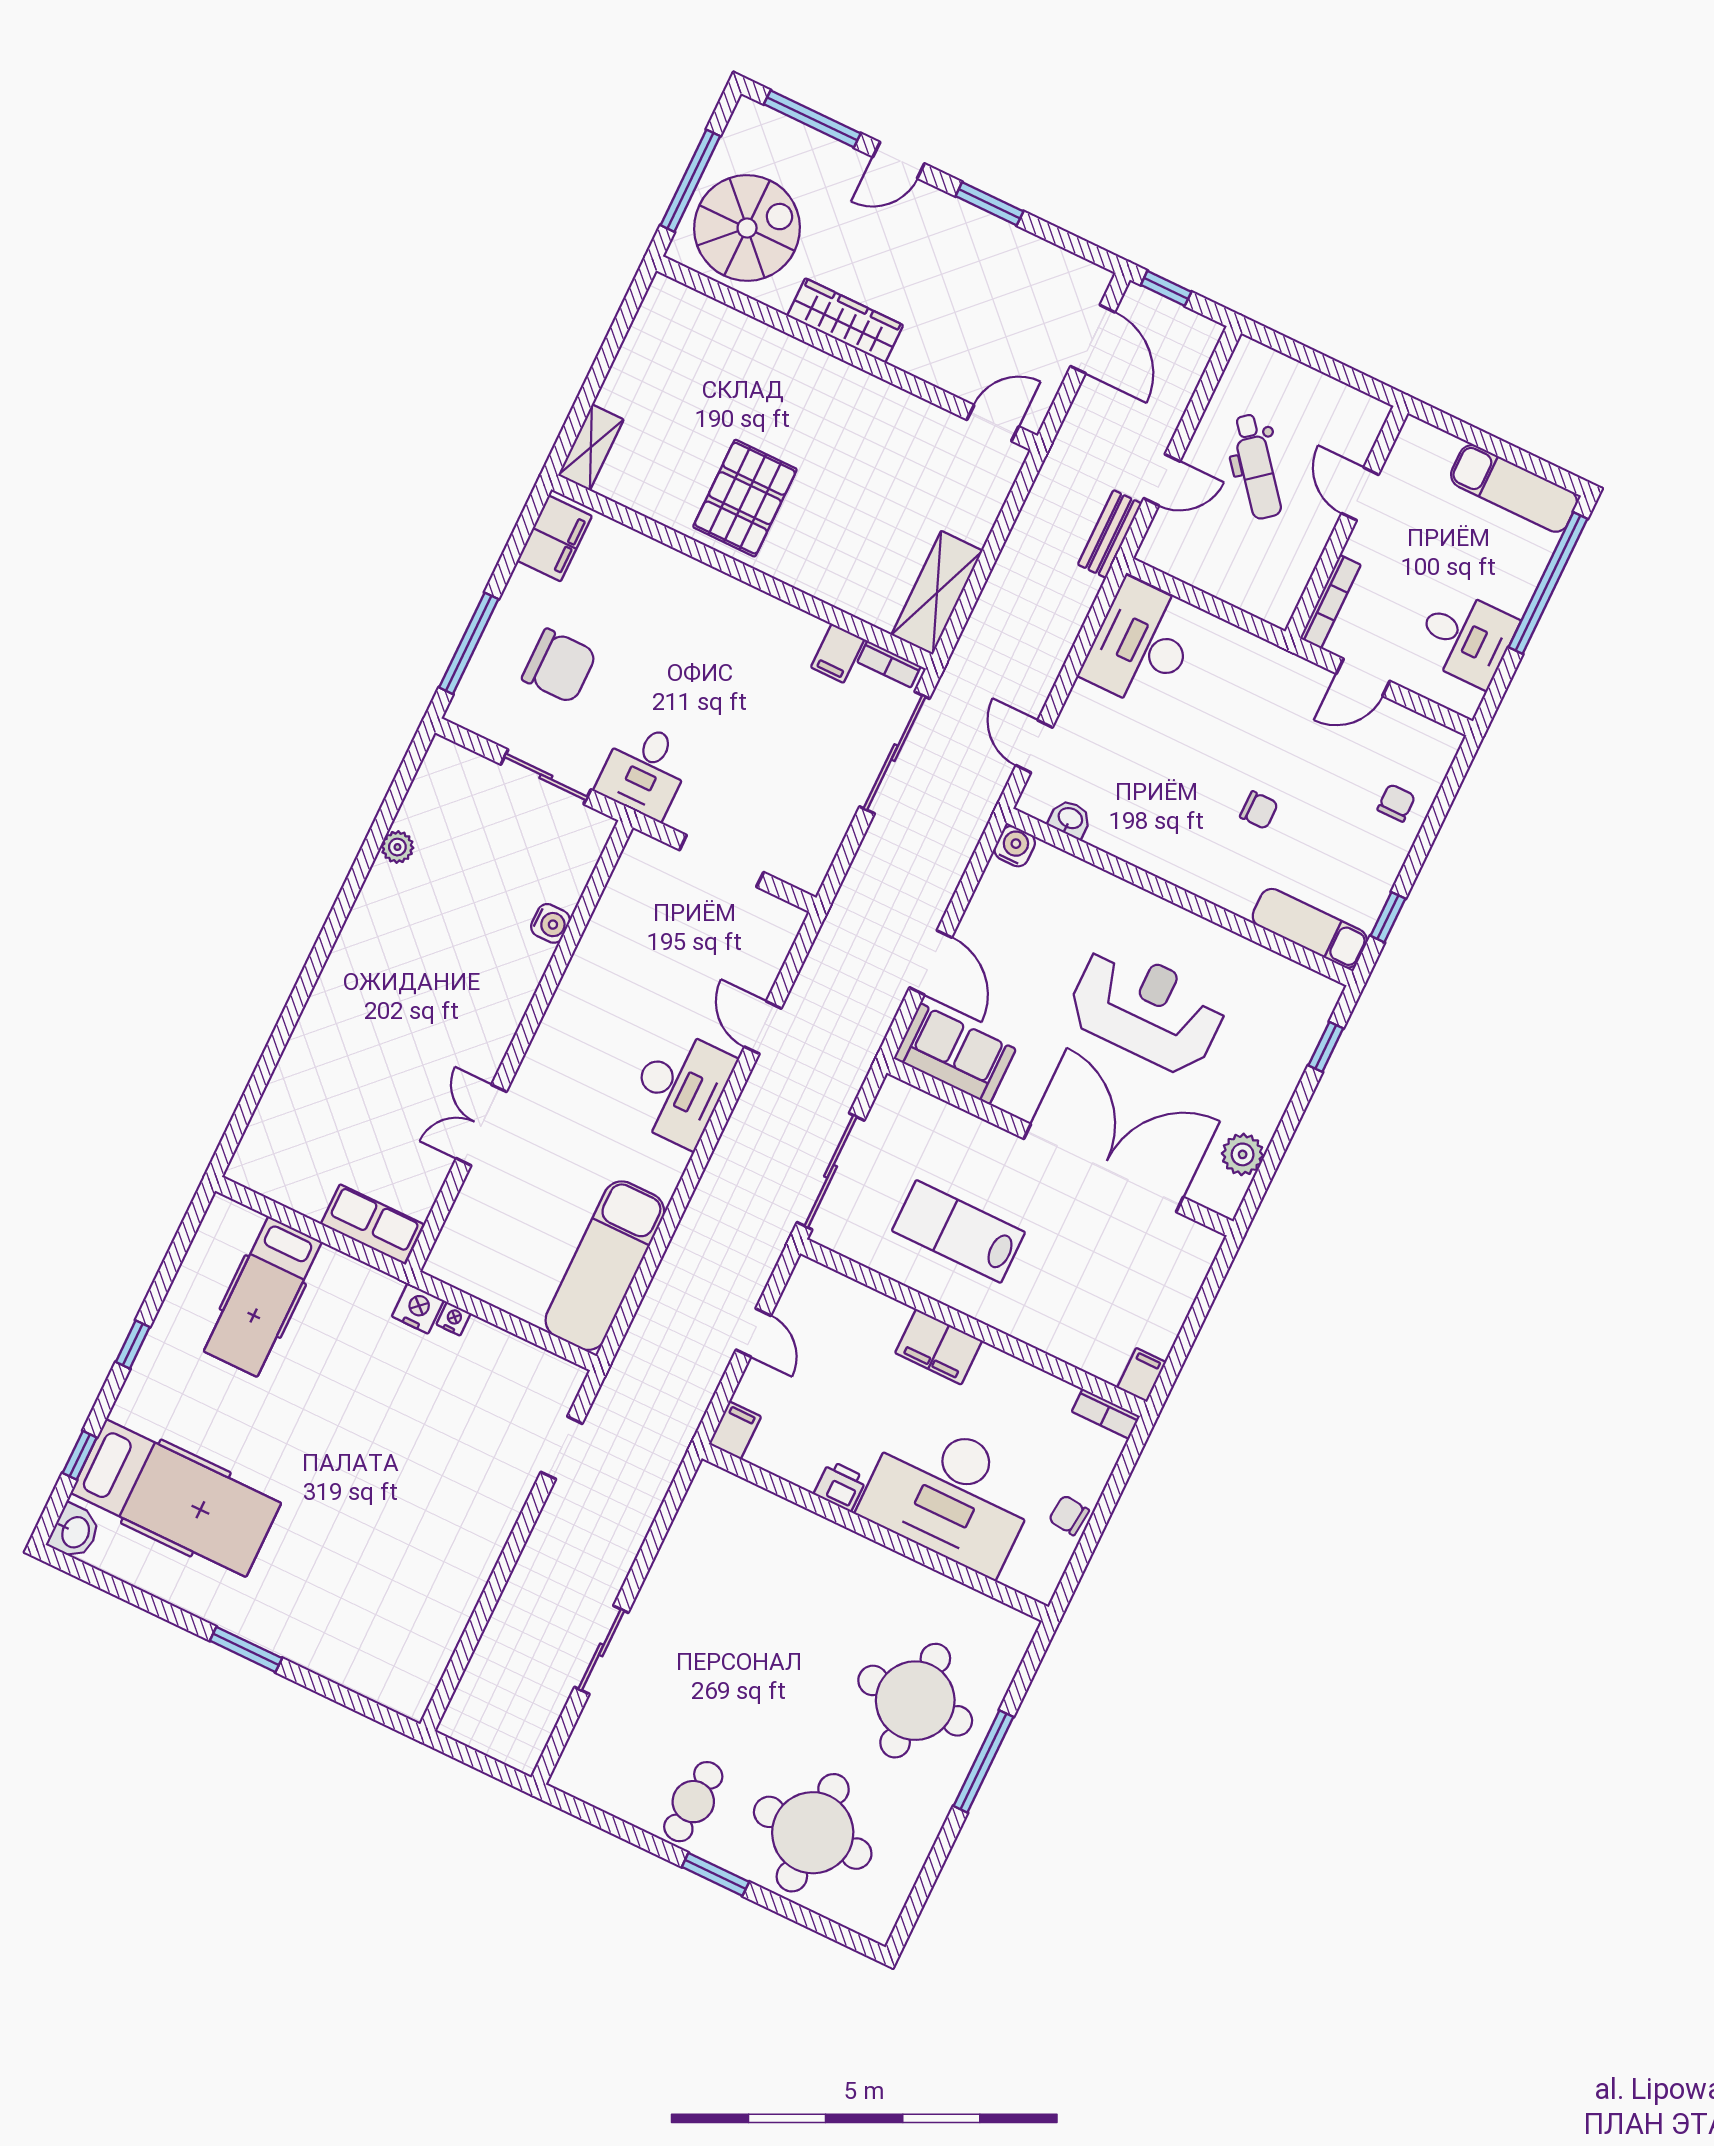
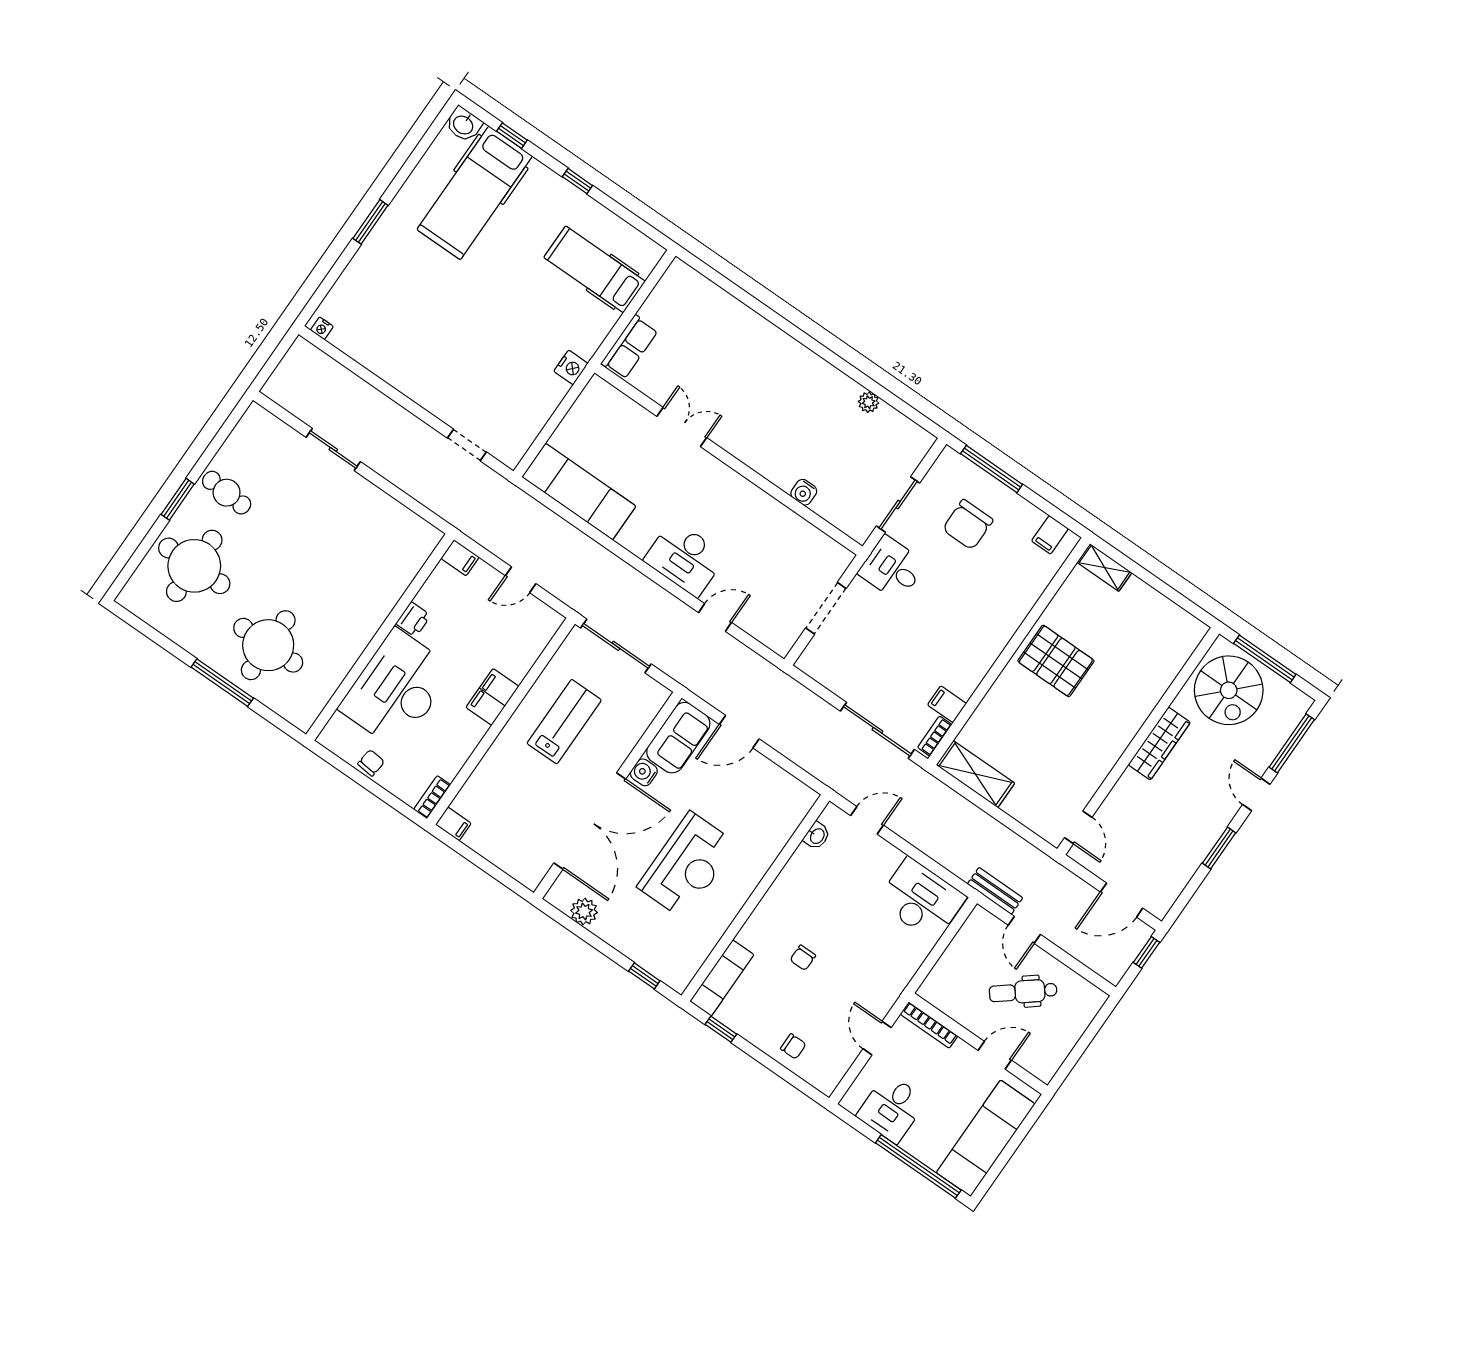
exam couch: (1514, 488) -> (986, 1138), width x1.36, depth x1.45
filing cabinet: (554, 538) -> (1050, 535), width x0.50
water cooler: (1015, 846) -> (644, 772), moved, turned 180
nightstand: (454, 1319) -> (322, 328), moved, turned 90

